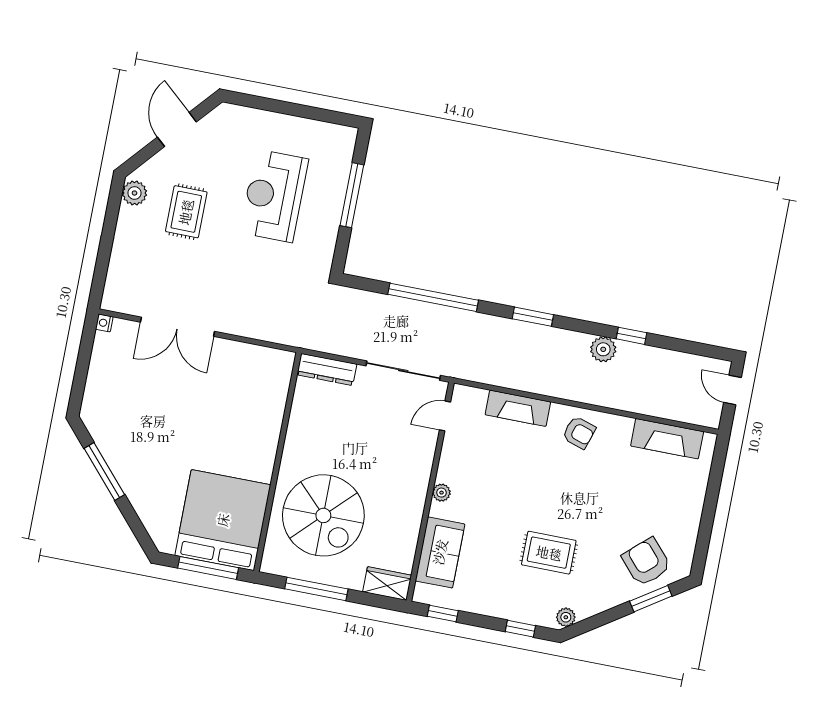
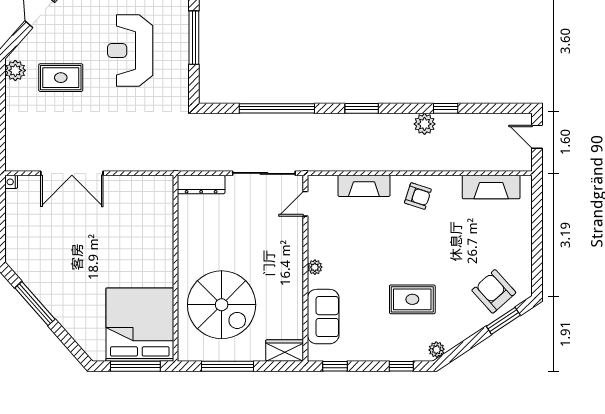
rug: (186, 212) -> (61, 78), turned 90

